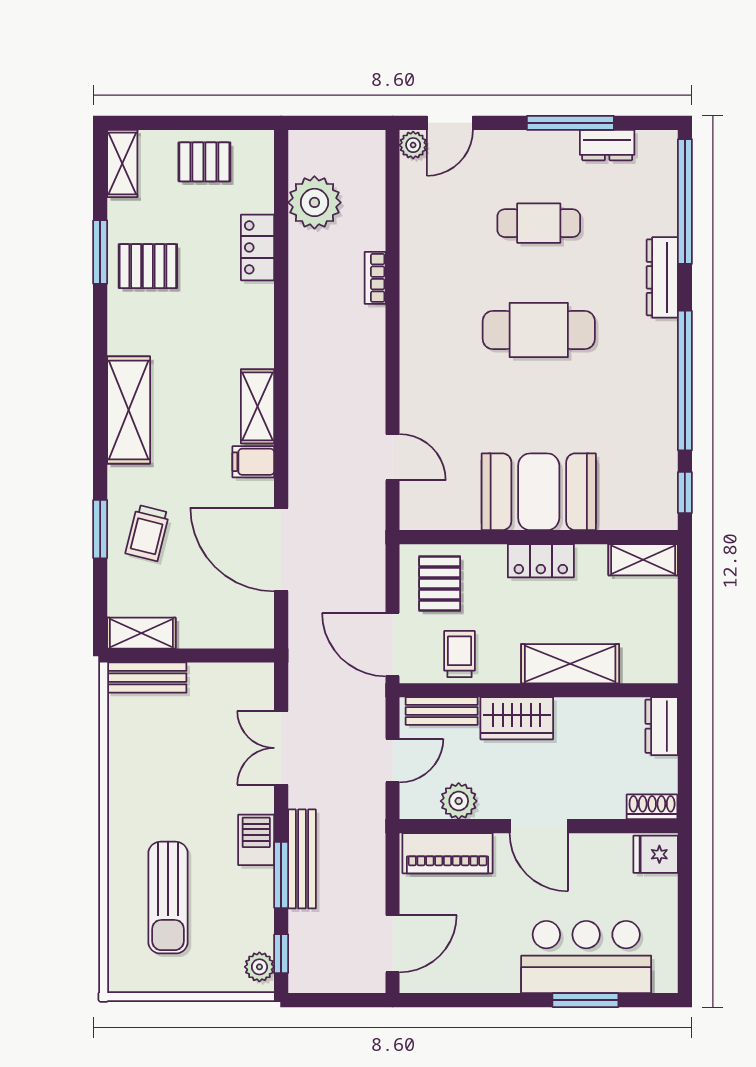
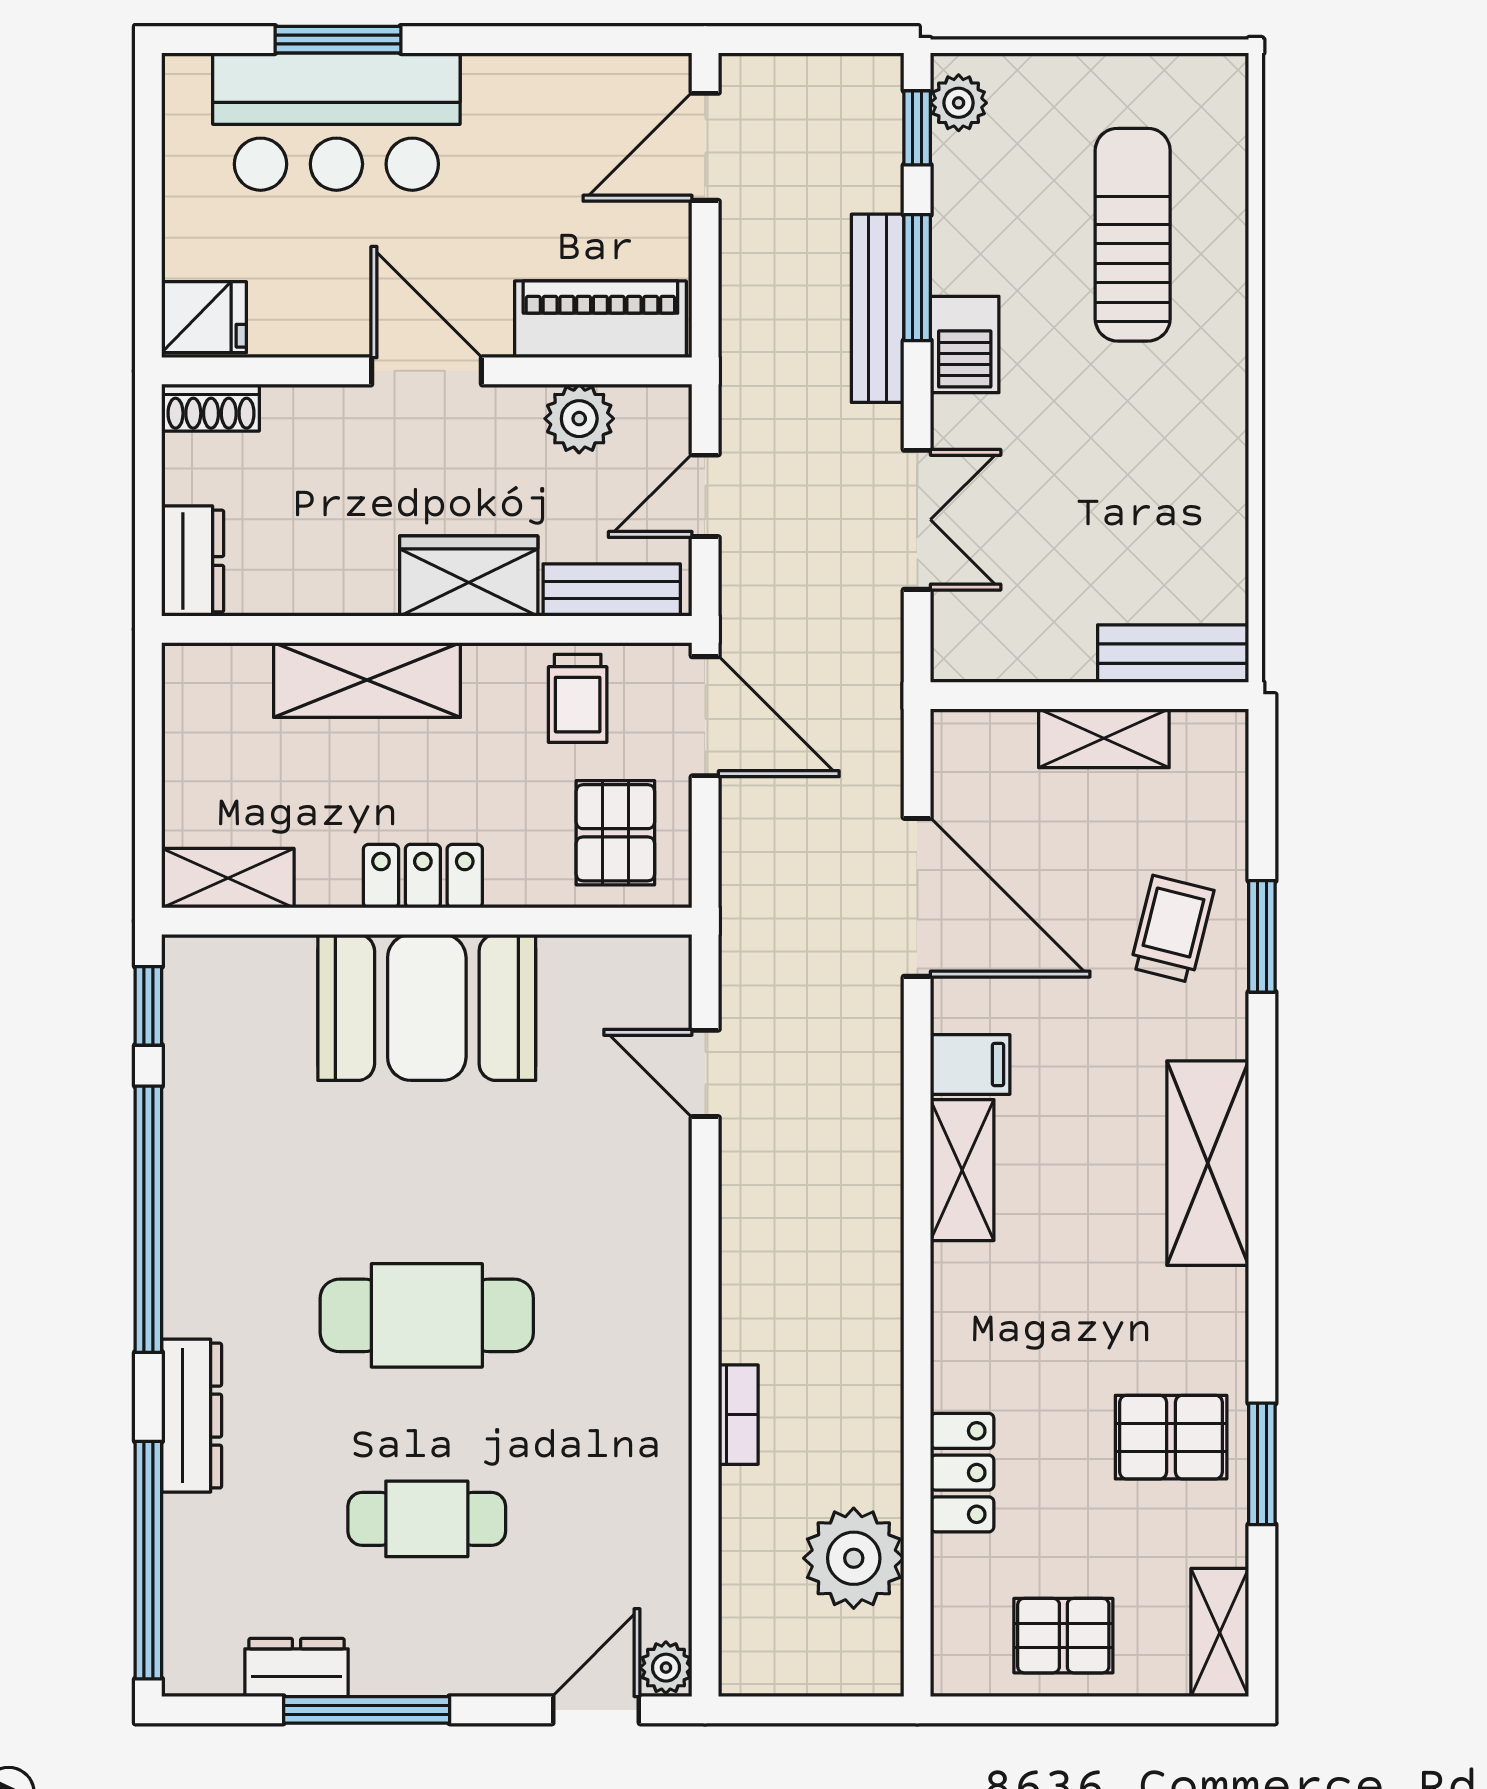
shelving: (141, 633) -> (1104, 738), moved

